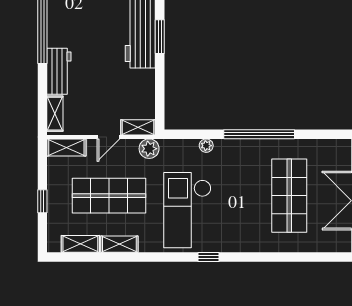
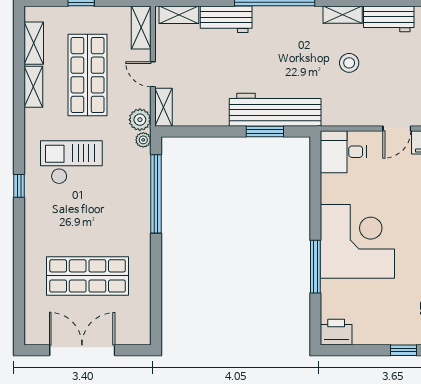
window: (259, 134) -> (156, 194), moved
plant: (206, 146) -> (143, 140), moved
checkout: (187, 210) -> (71, 162), width x0.73, depth x0.83

